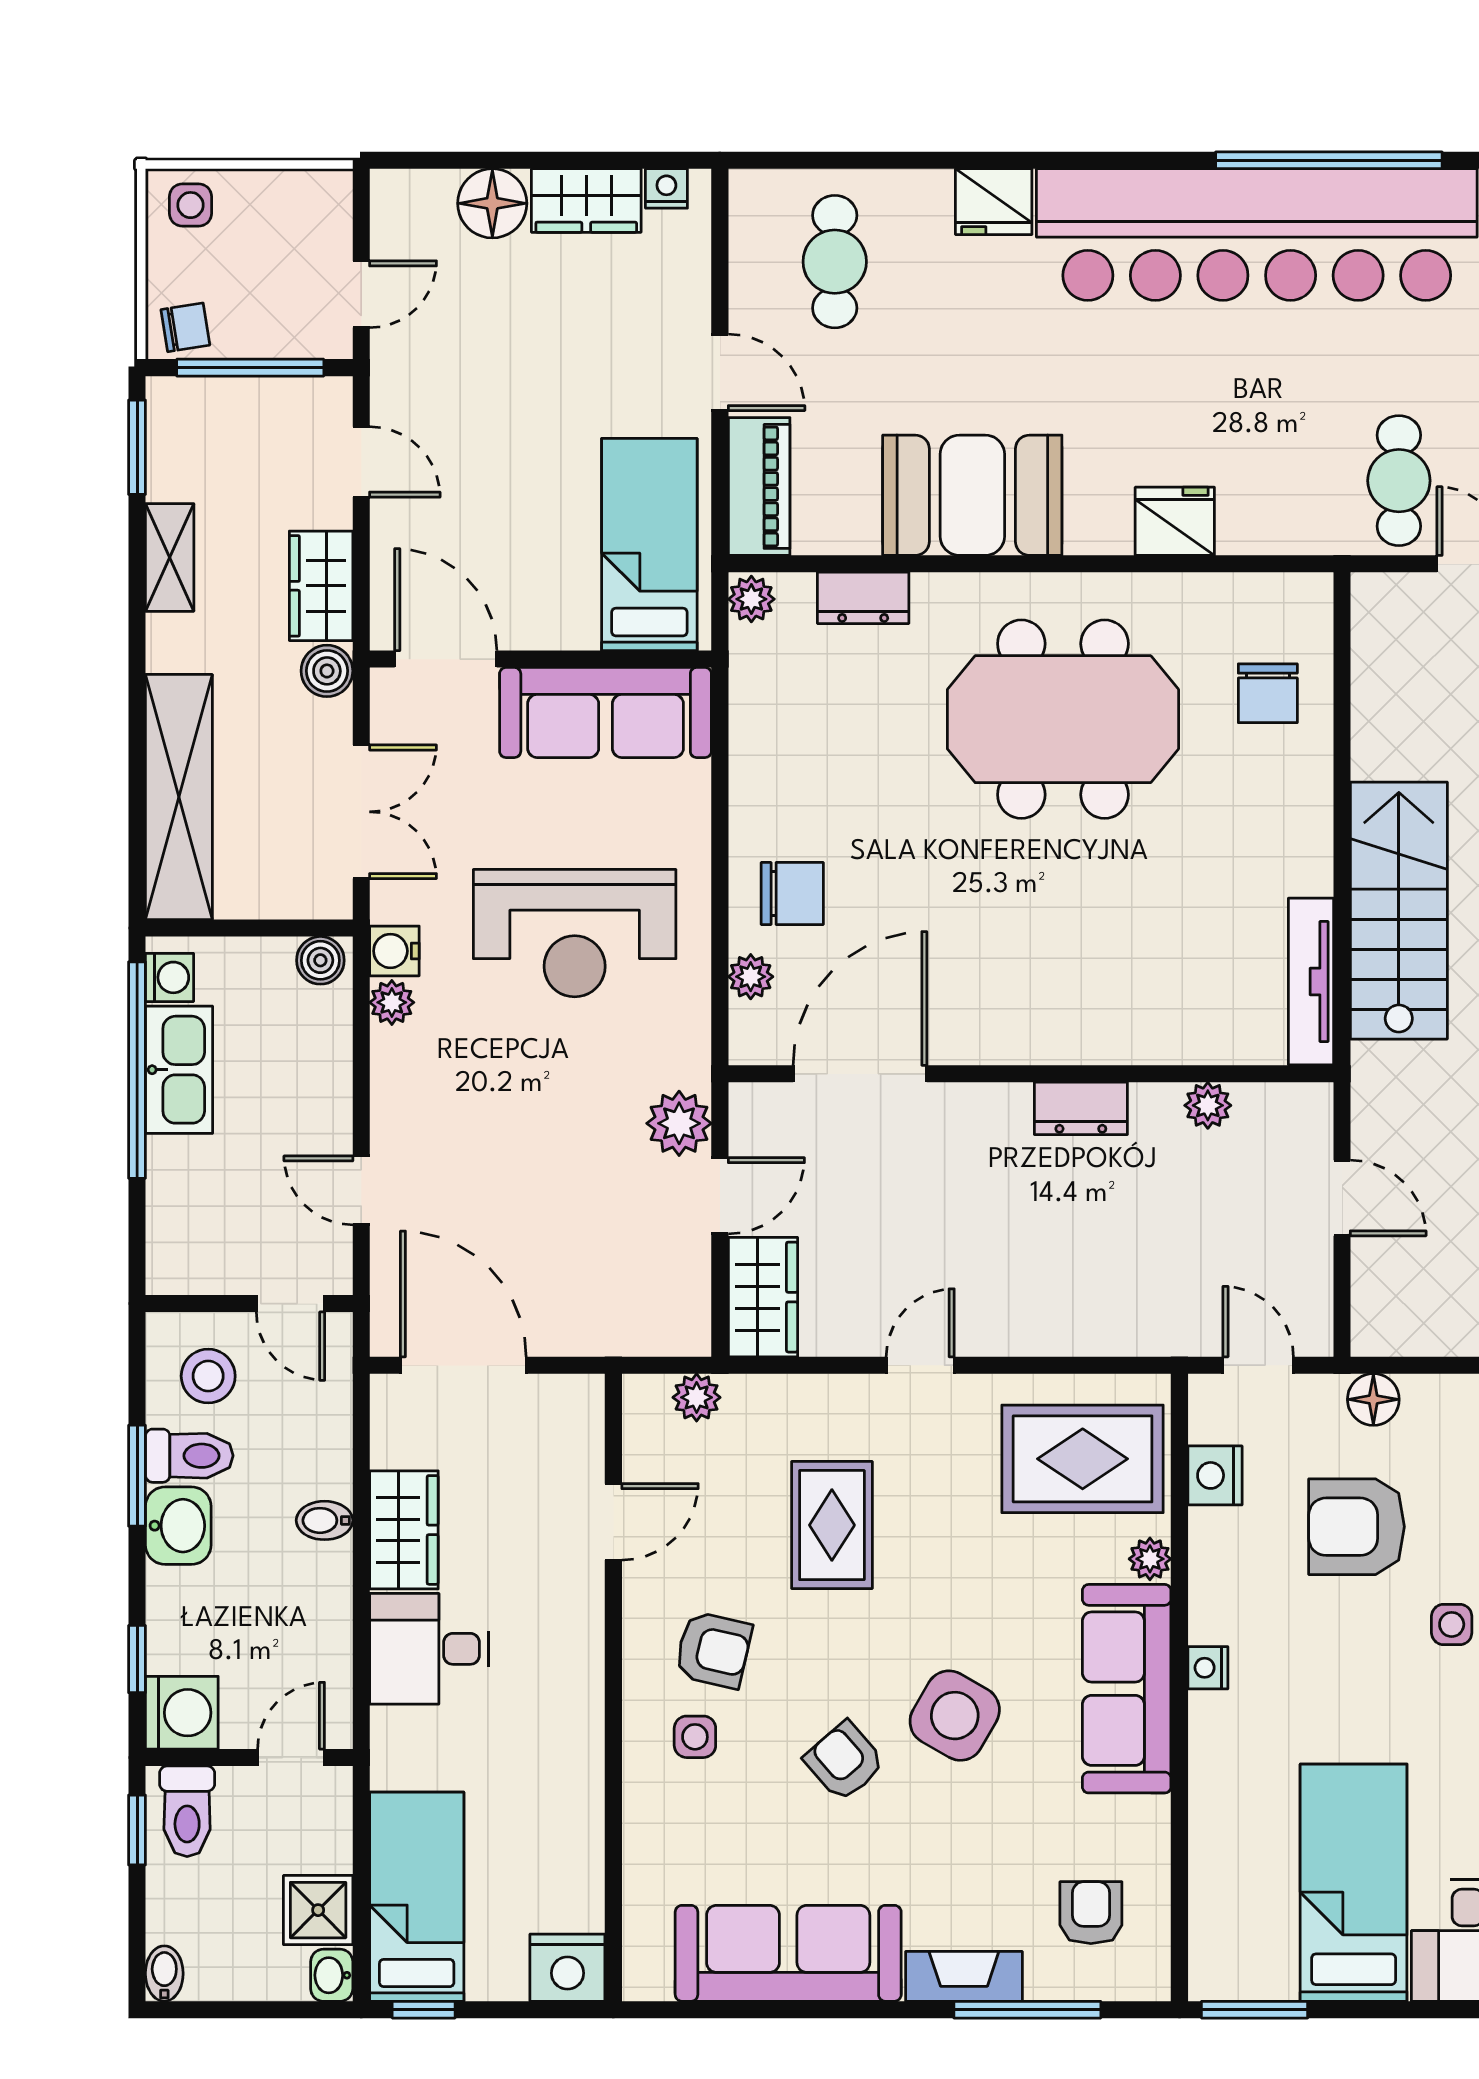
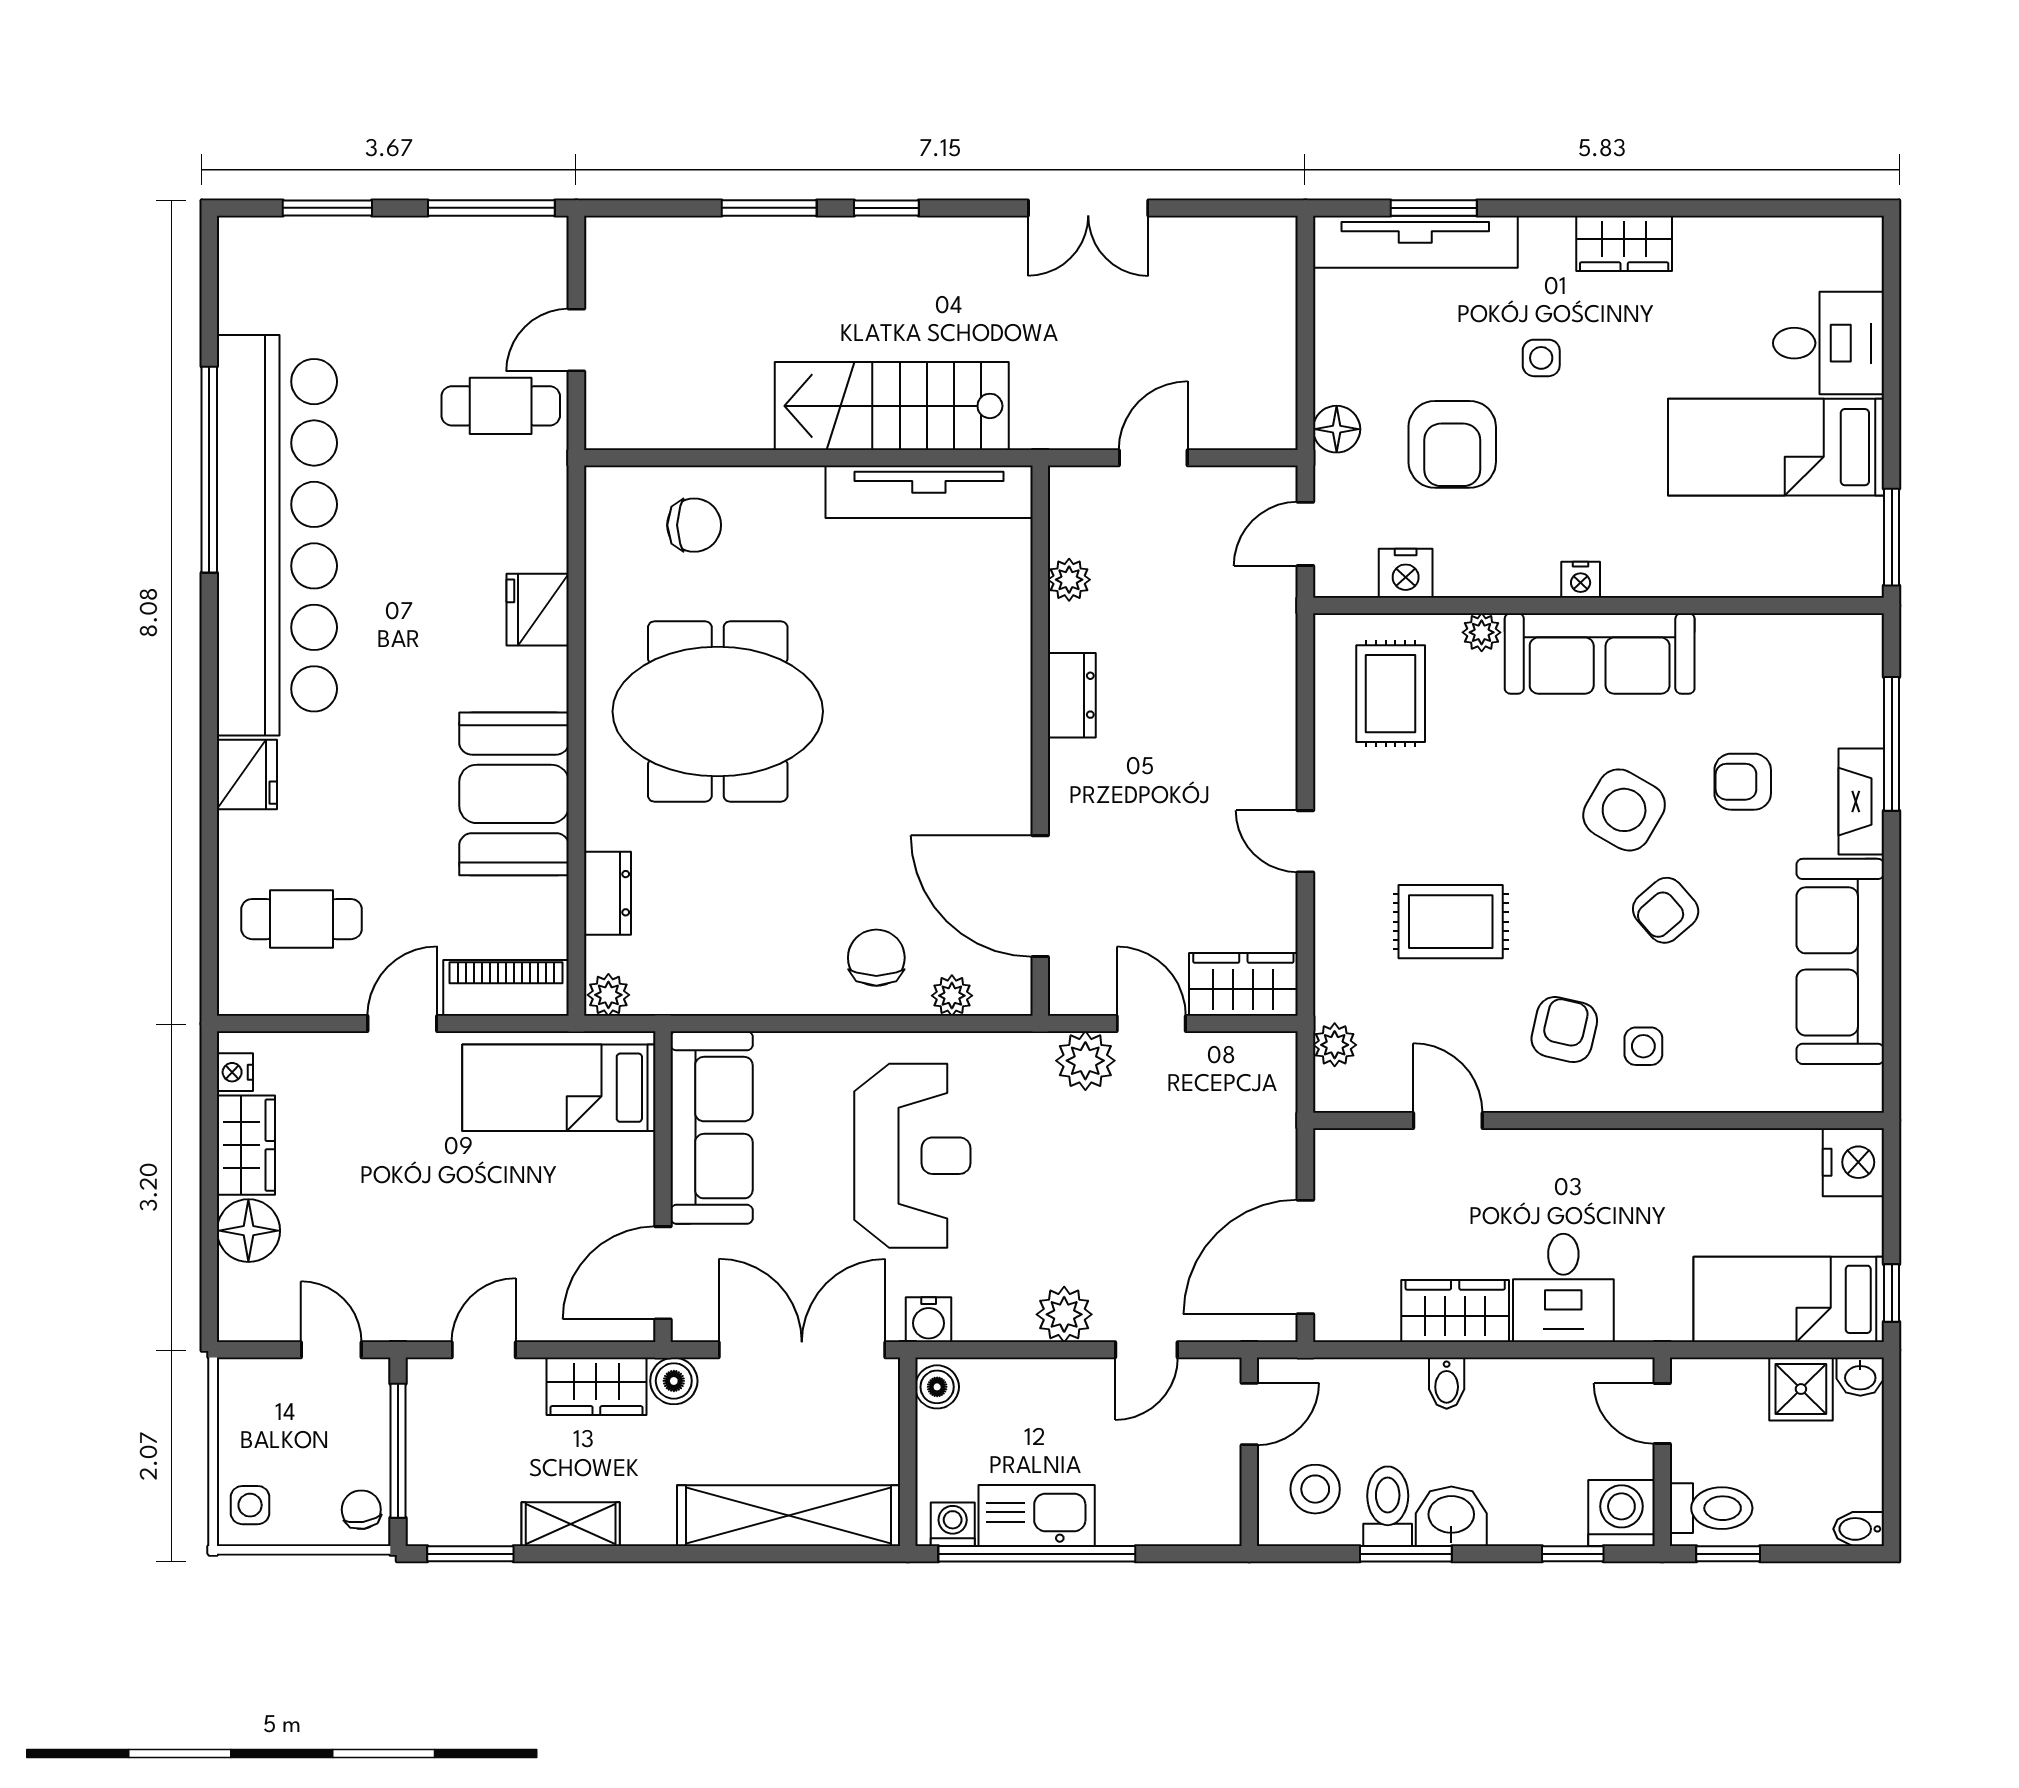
meeting table: (1063, 719) -> (718, 711), turned 90
double door: (361, 812) -> (802, 1350), width x1.37
tv unit: (1311, 982) -> (929, 492), width x1.36, depth x1.29
plant: (392, 1002) -> (1064, 1314), moved, width x1.38, depth x1.38
rug: (1083, 1459) -> (1391, 694), width x0.73, depth x0.70
armchair: (1091, 1913) -> (1743, 782), moved

